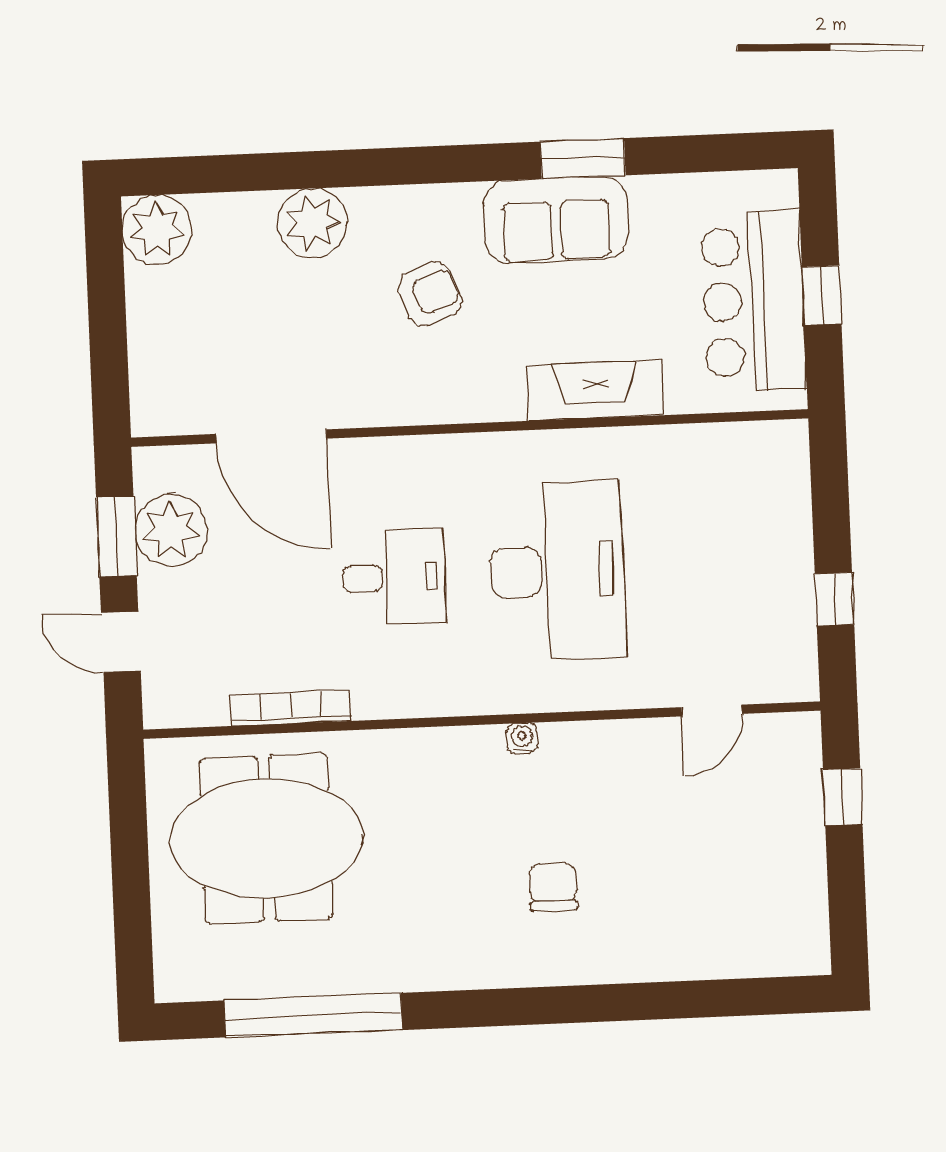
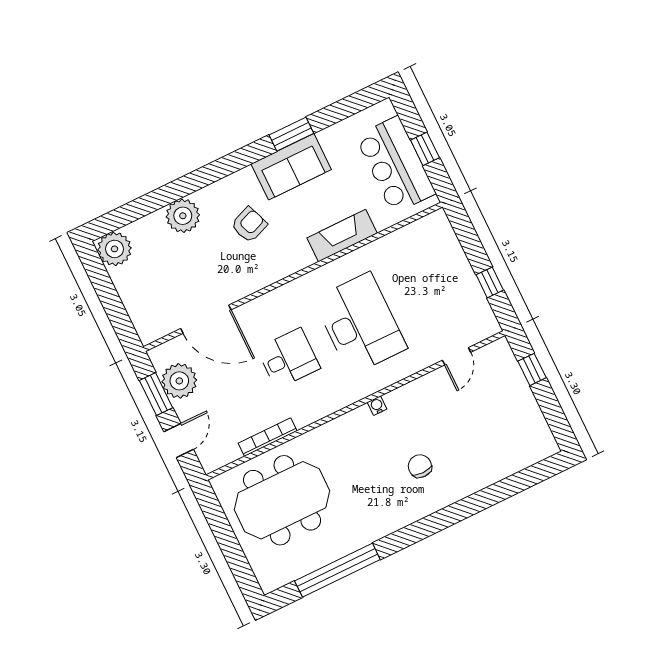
door: (121, 642) -> (179, 440), swing flipped

